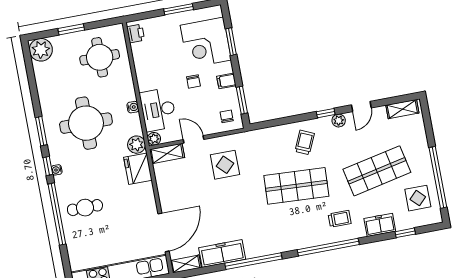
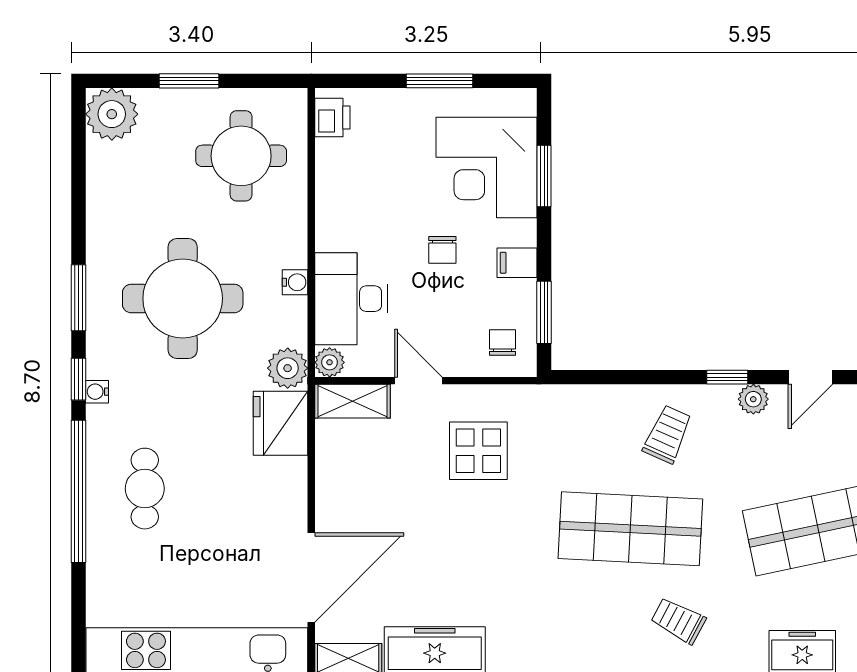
cafe table: (85, 208) -> (145, 489), turned 90
trolley: (340, 219) -> (678, 621), moved, turned -152

